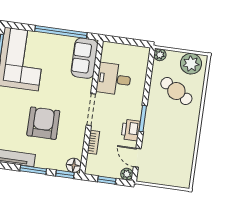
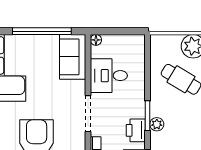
floor lamp: (107, 46) -> (96, 40), added
plant: (160, 55) -> (157, 124), moved

